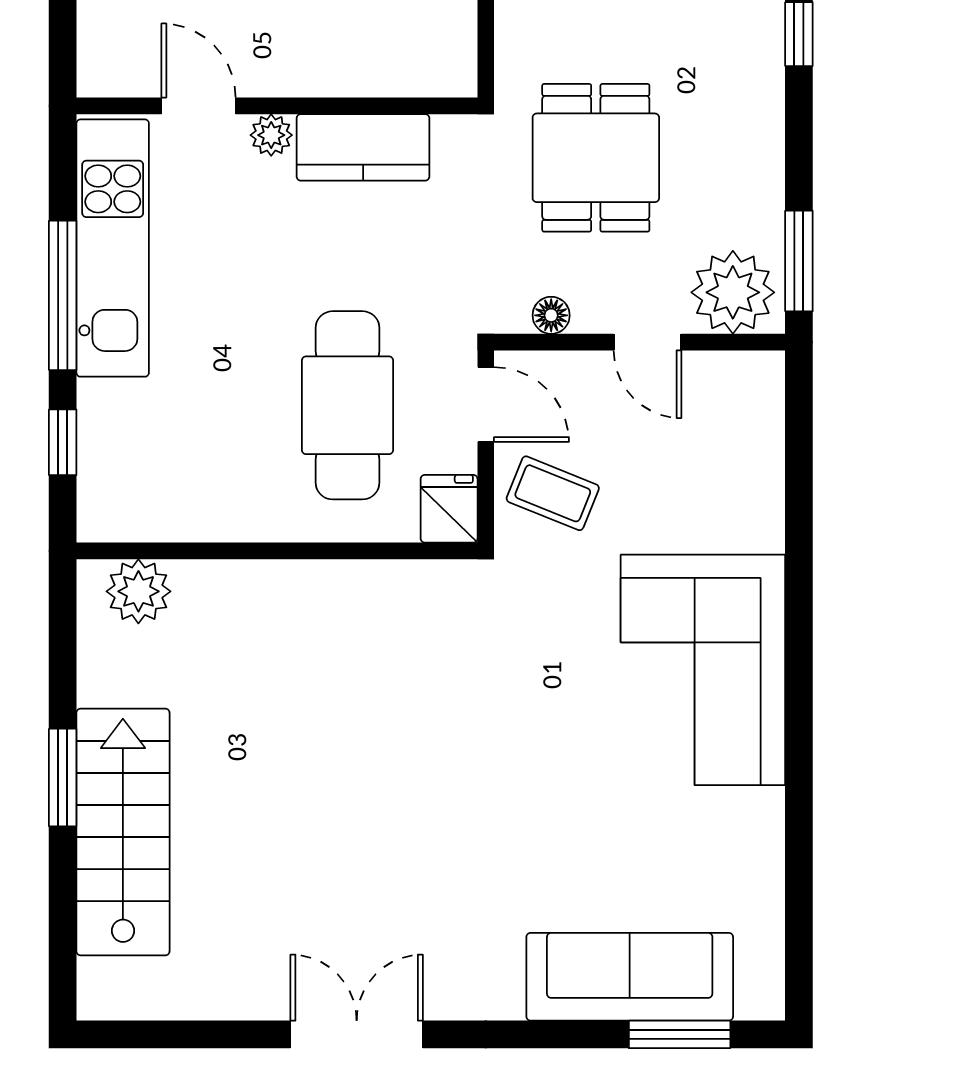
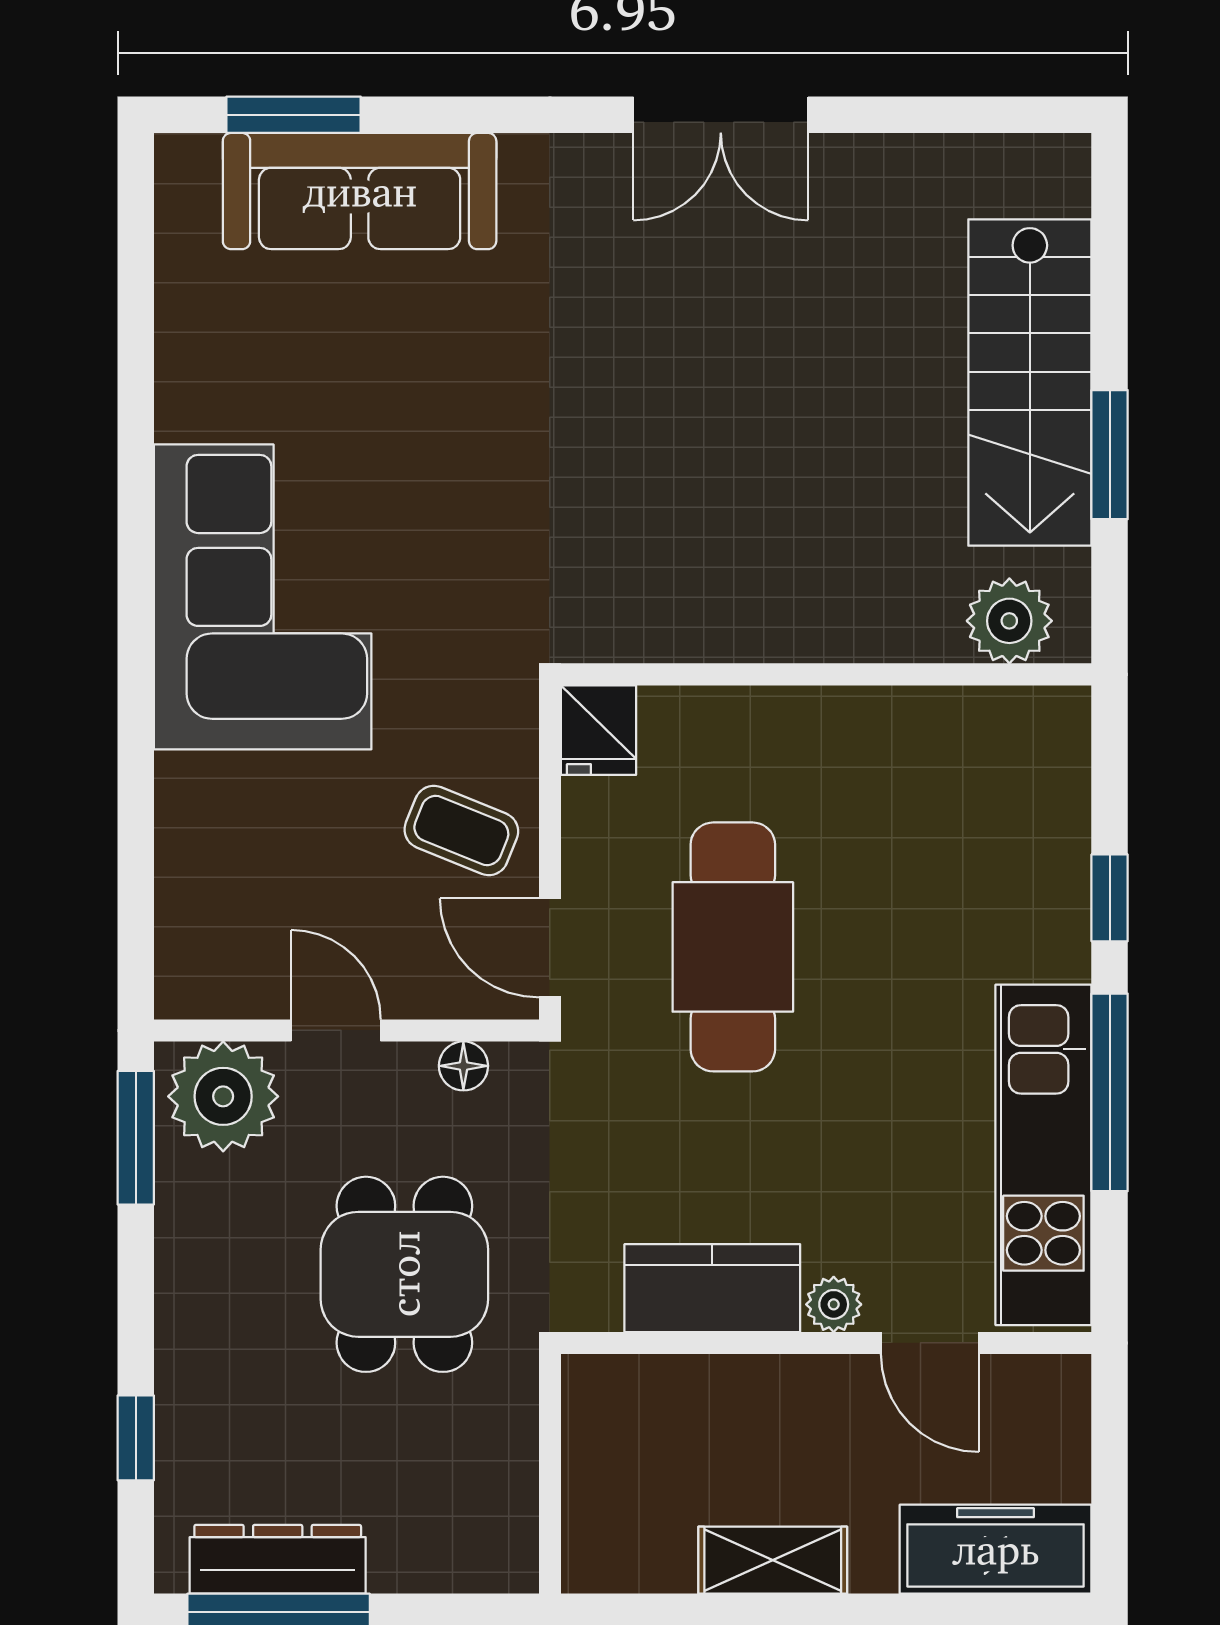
fridge: (449, 509) -> (598, 730), moved
wall: (277, 551) -> (826, 674), moved
plant: (138, 591) -> (1009, 621), moved

